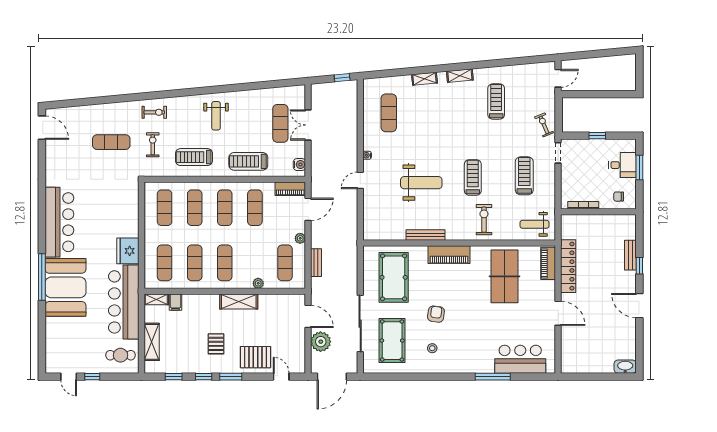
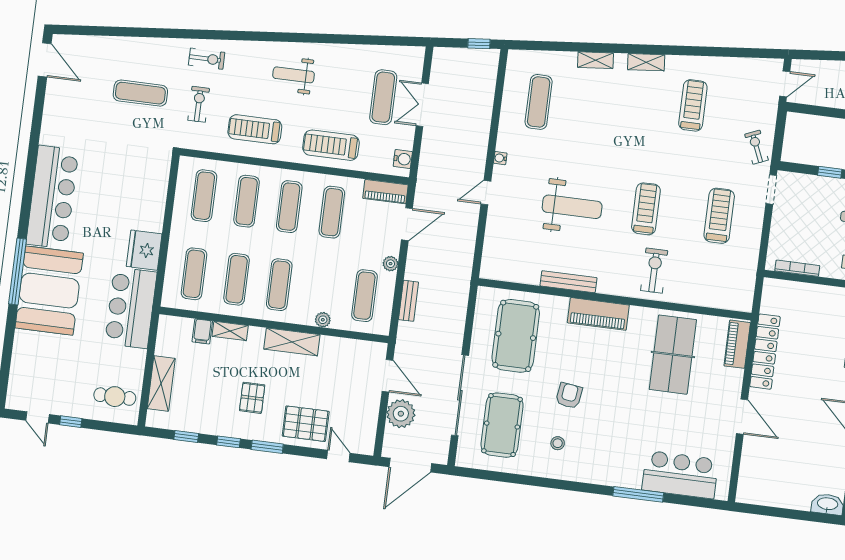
weight bench: (216, 116) -> (294, 75), turned 90
weight bench: (534, 224) -> (725, 286), removed
shelving: (156, 299) -> (230, 331), moved
bar counter: (124, 302) -> (131, 308), width x0.73

